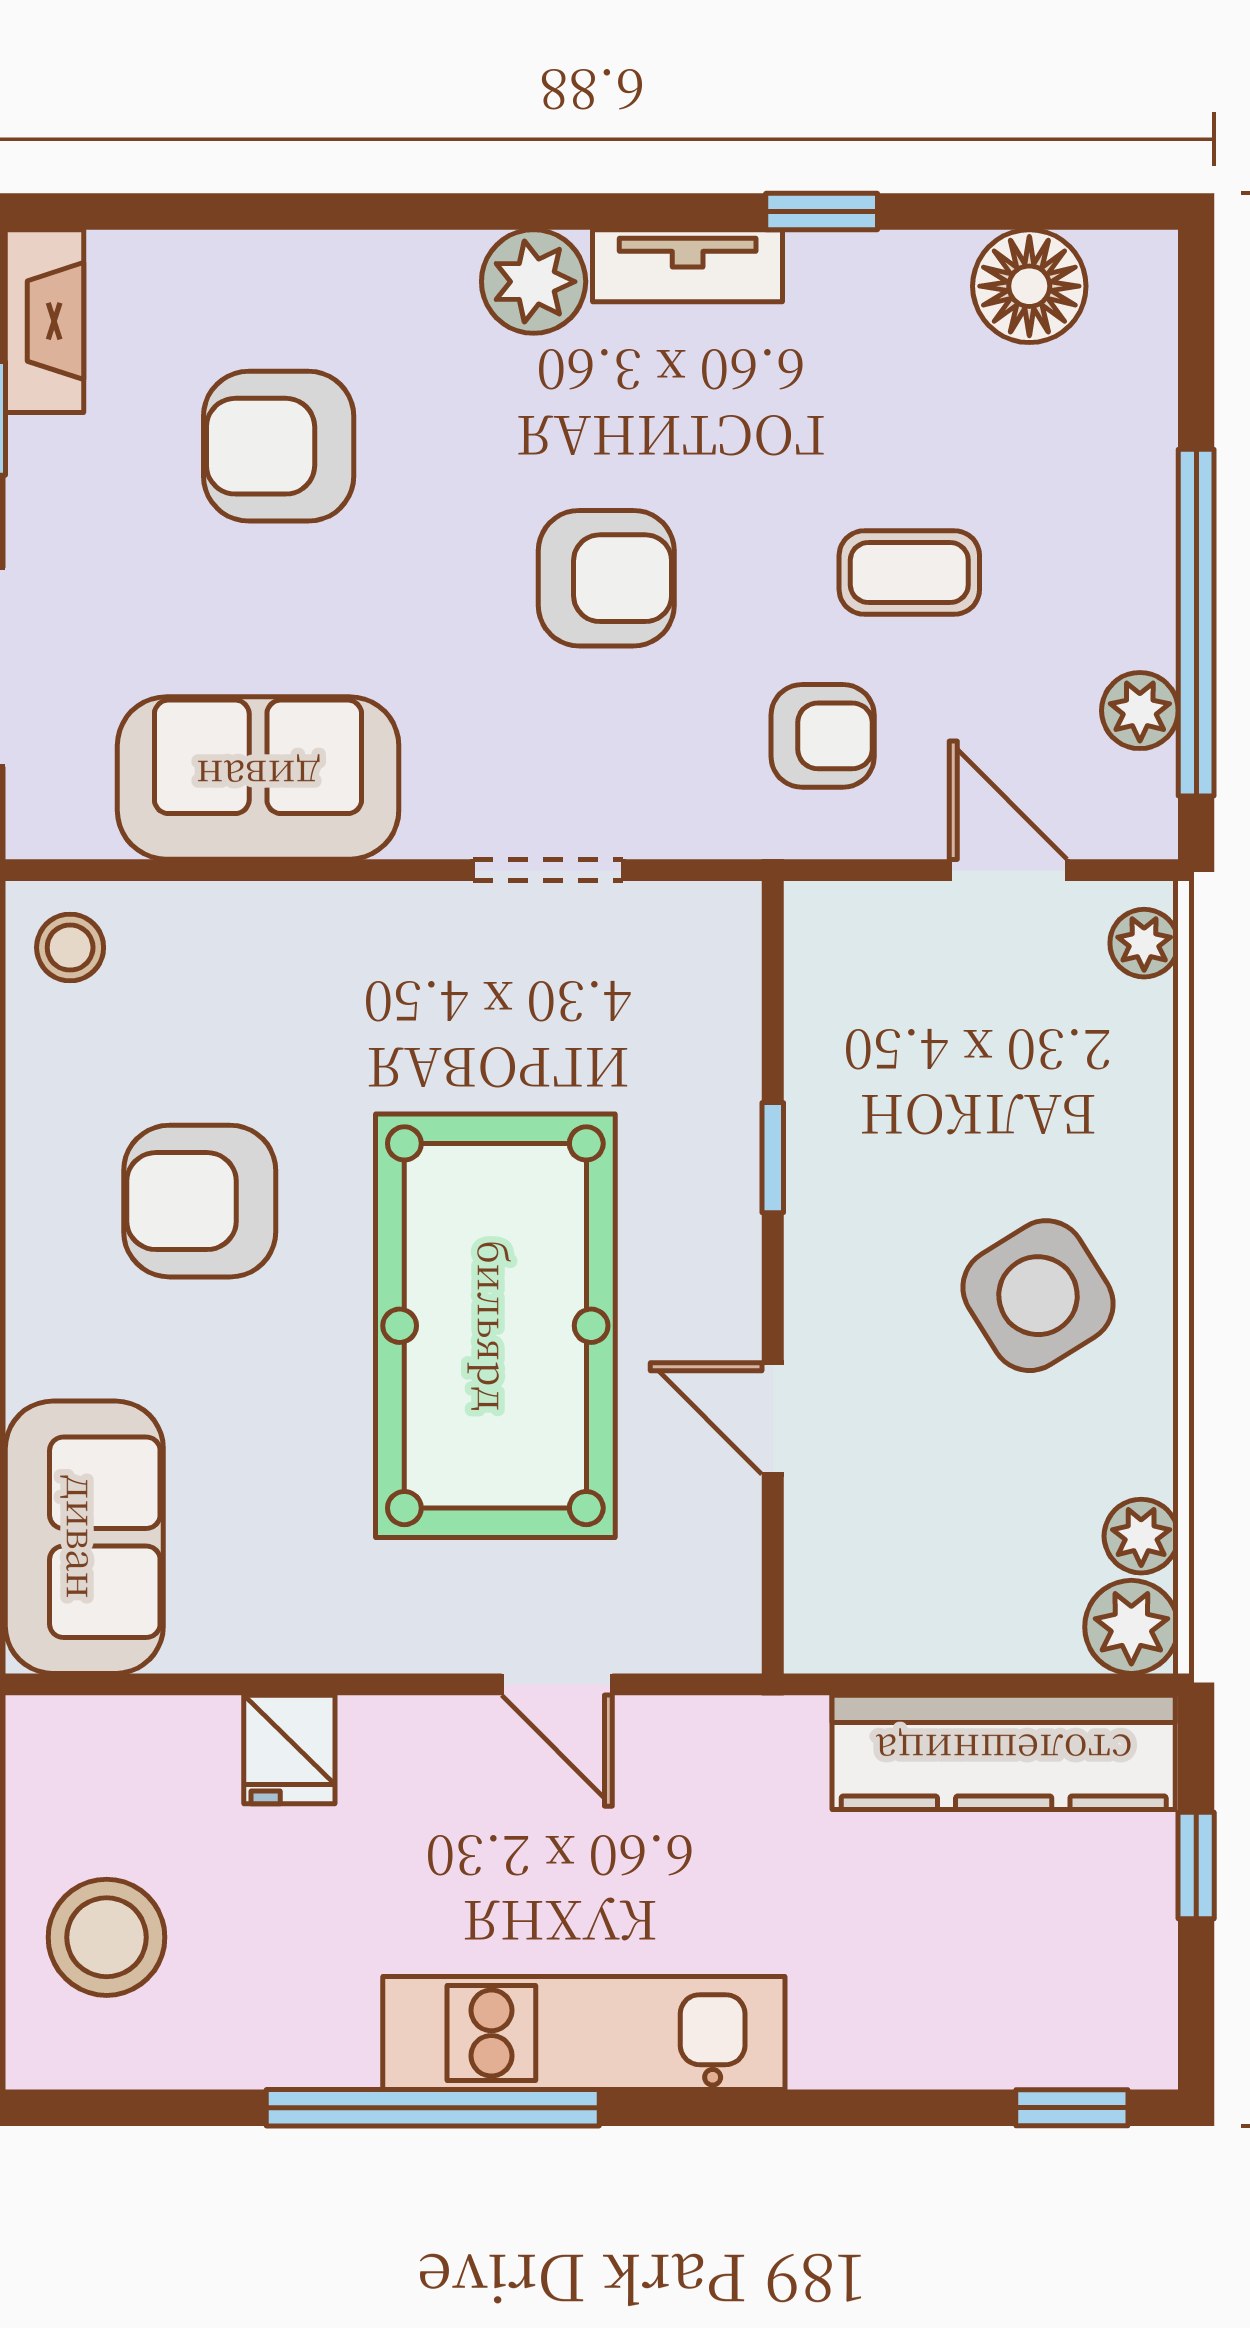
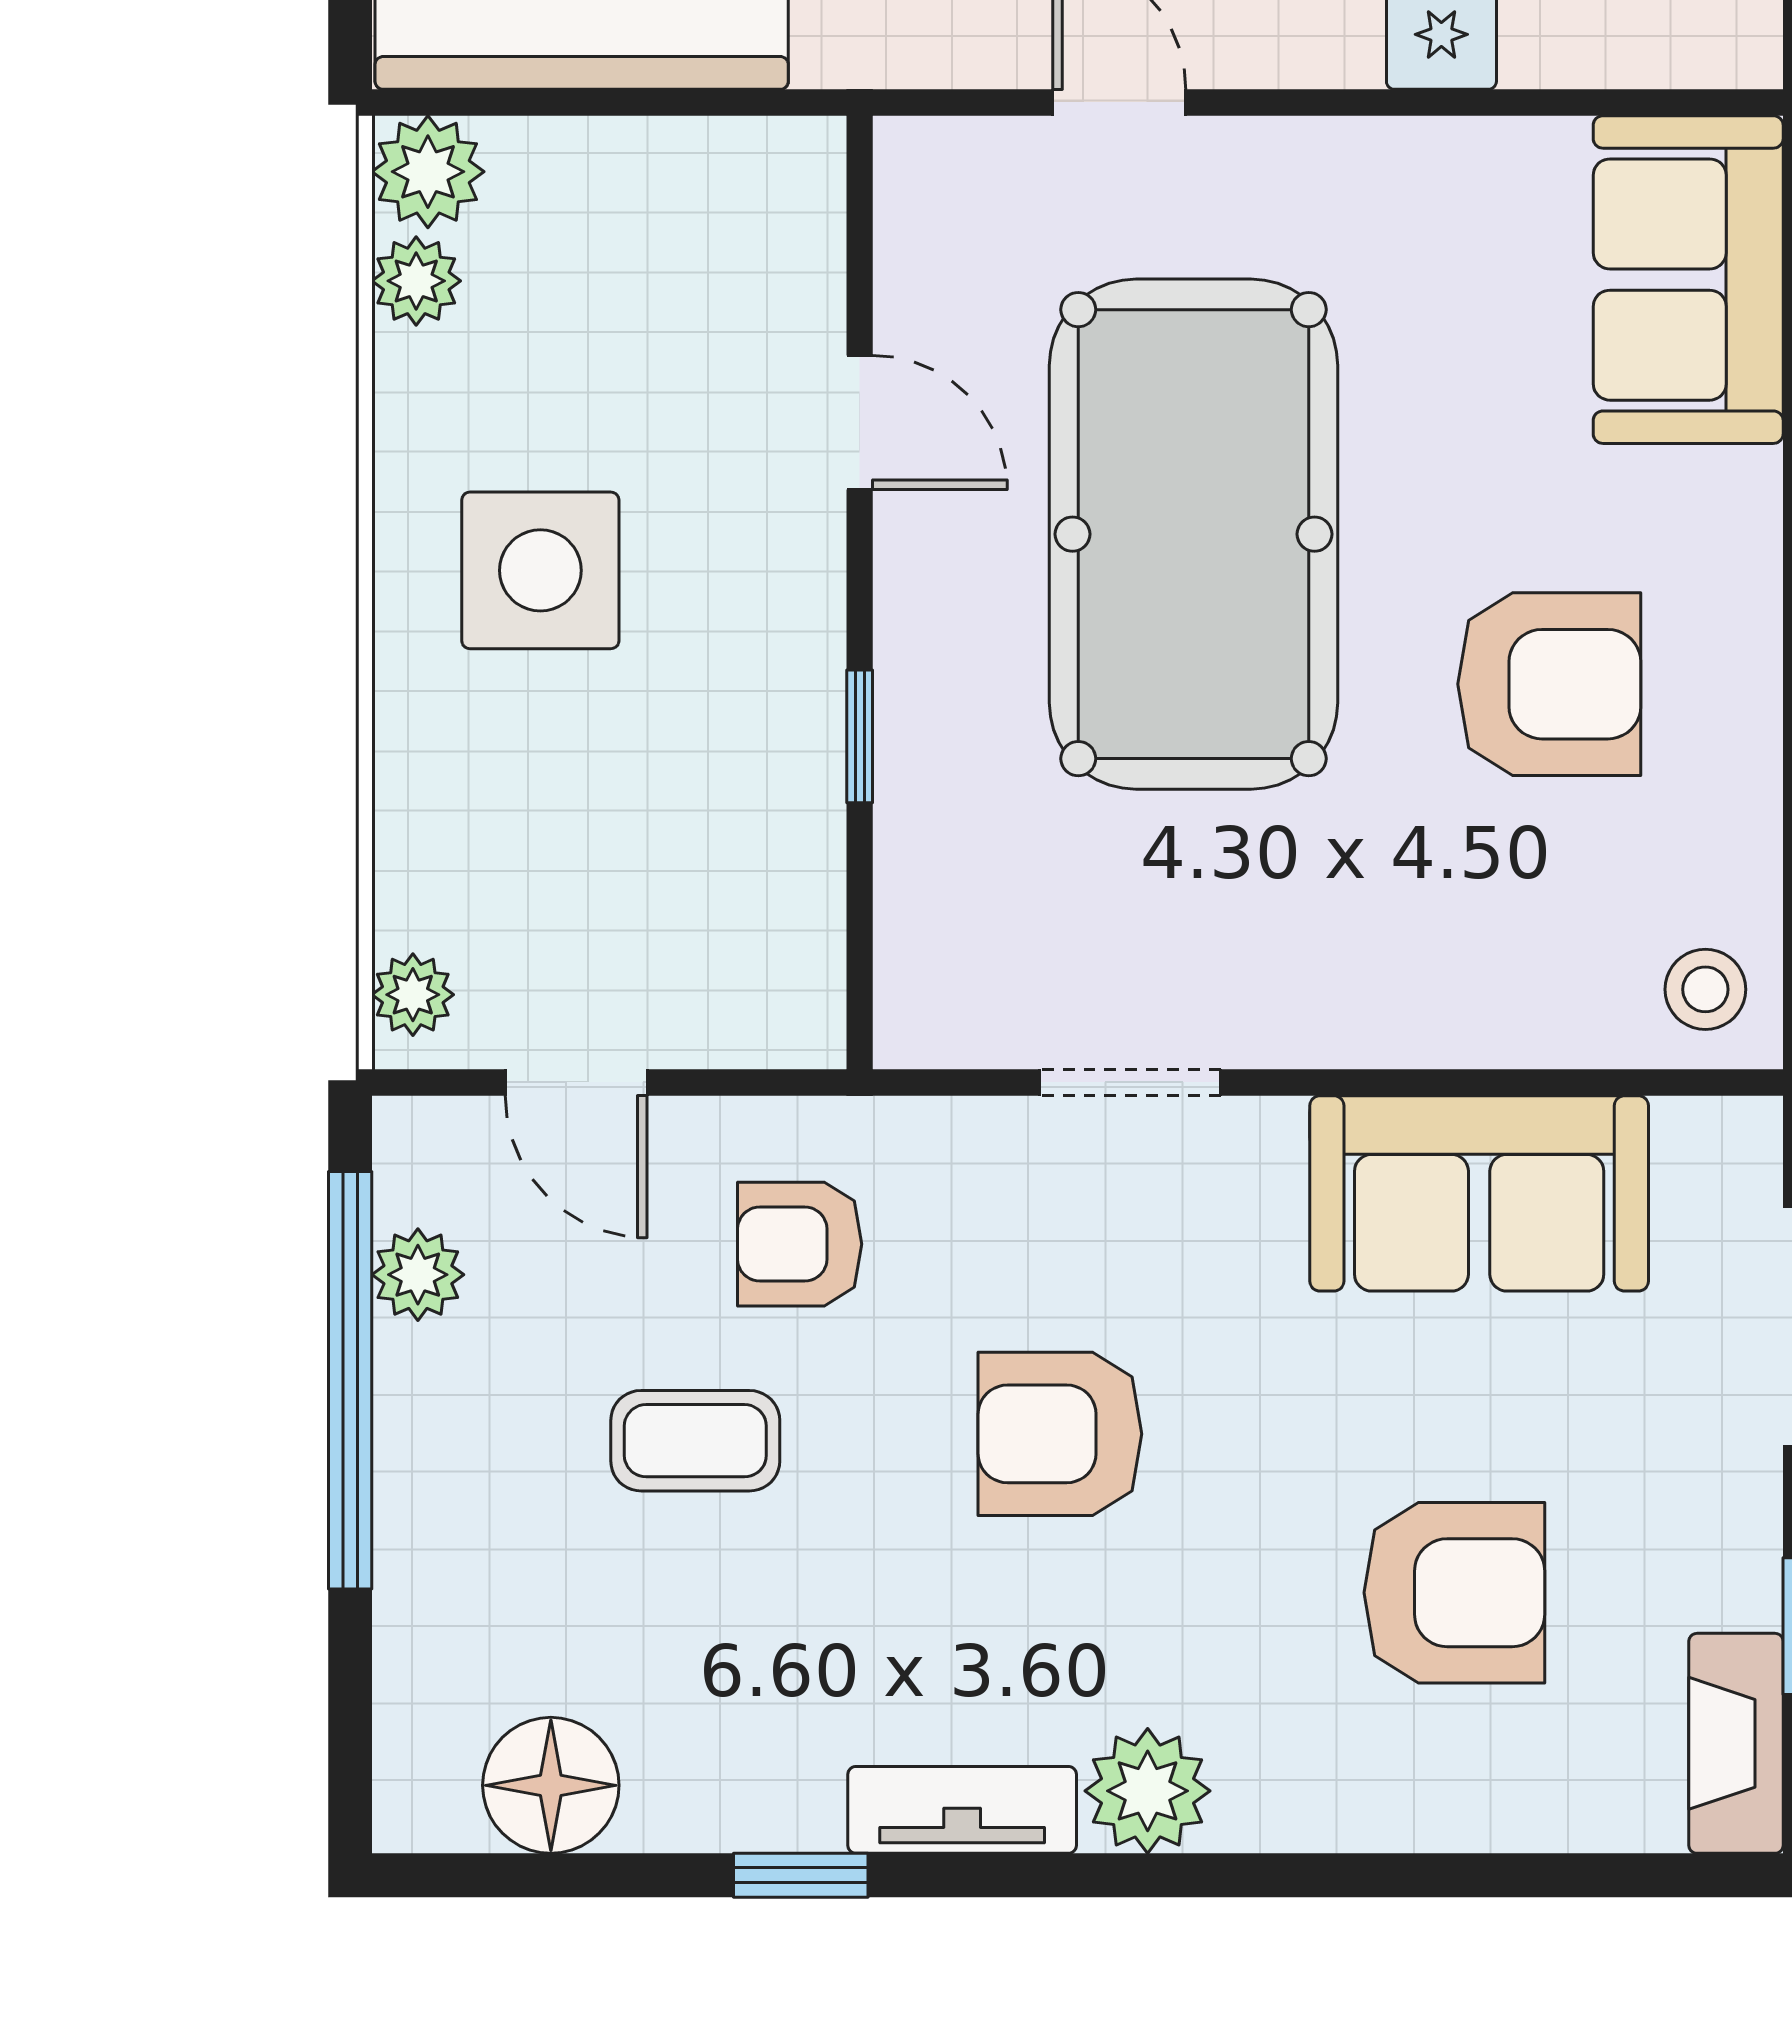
side table: (1038, 1296) -> (540, 570), turned 32

